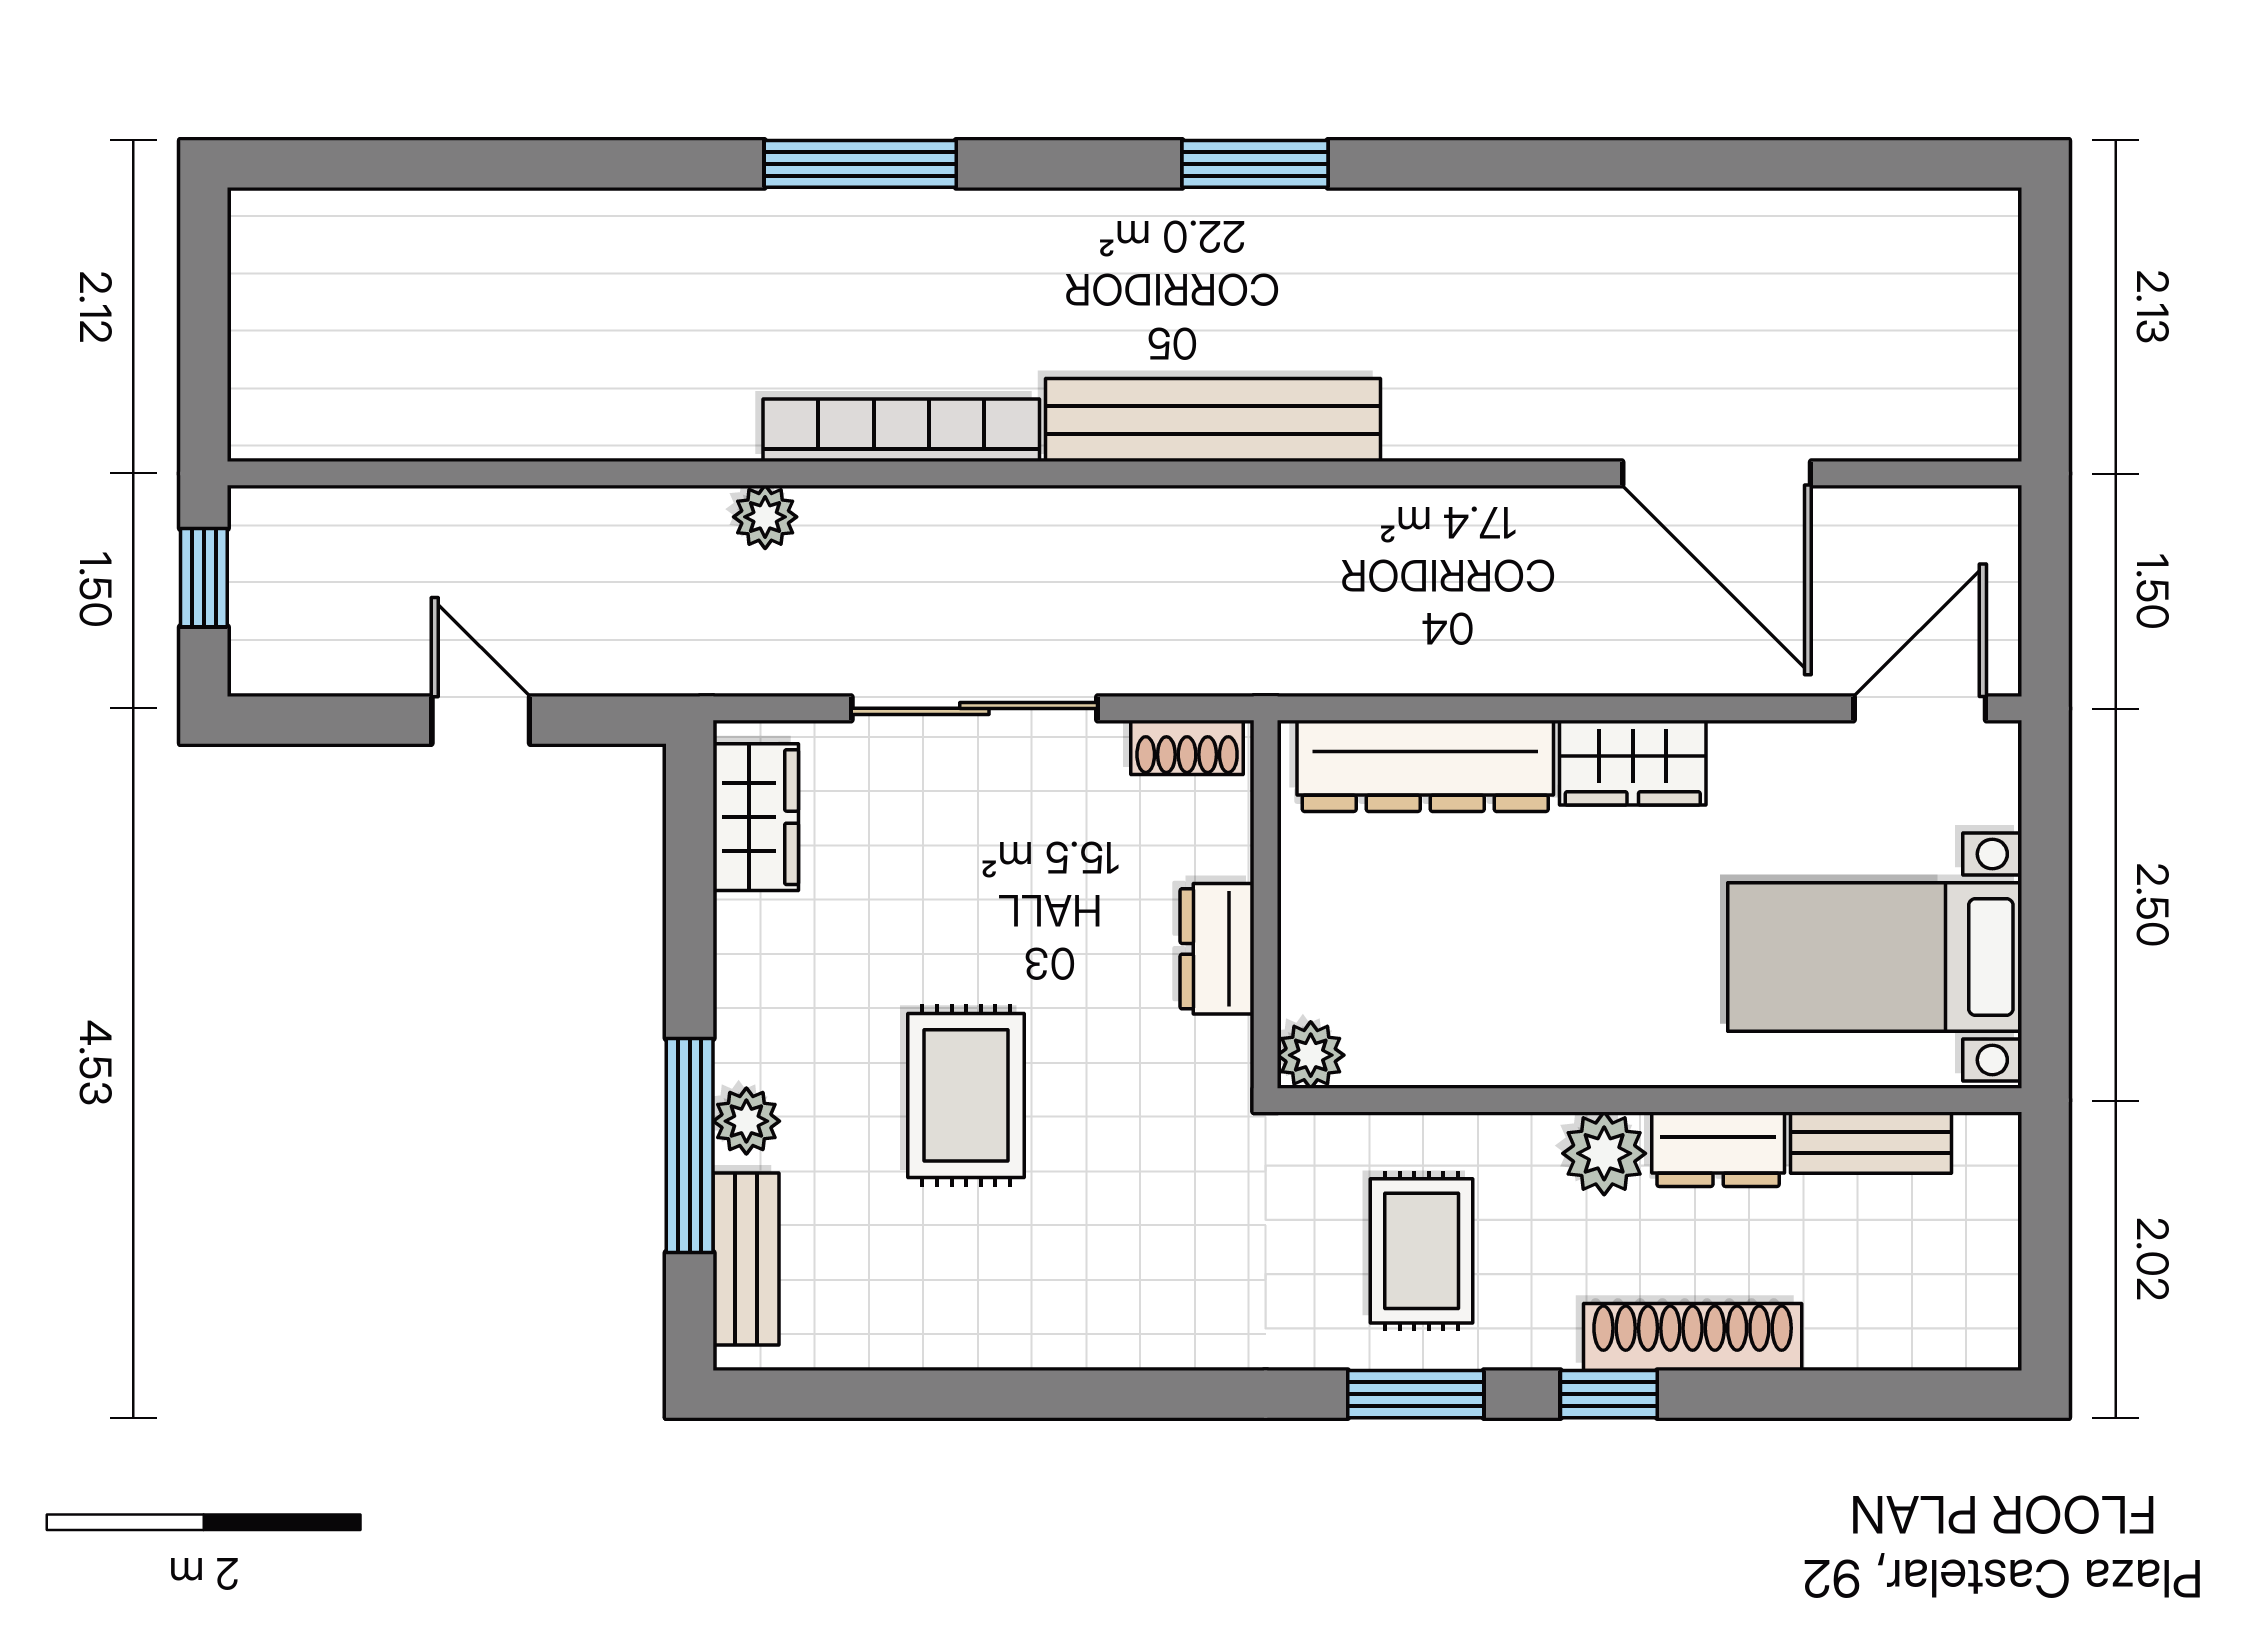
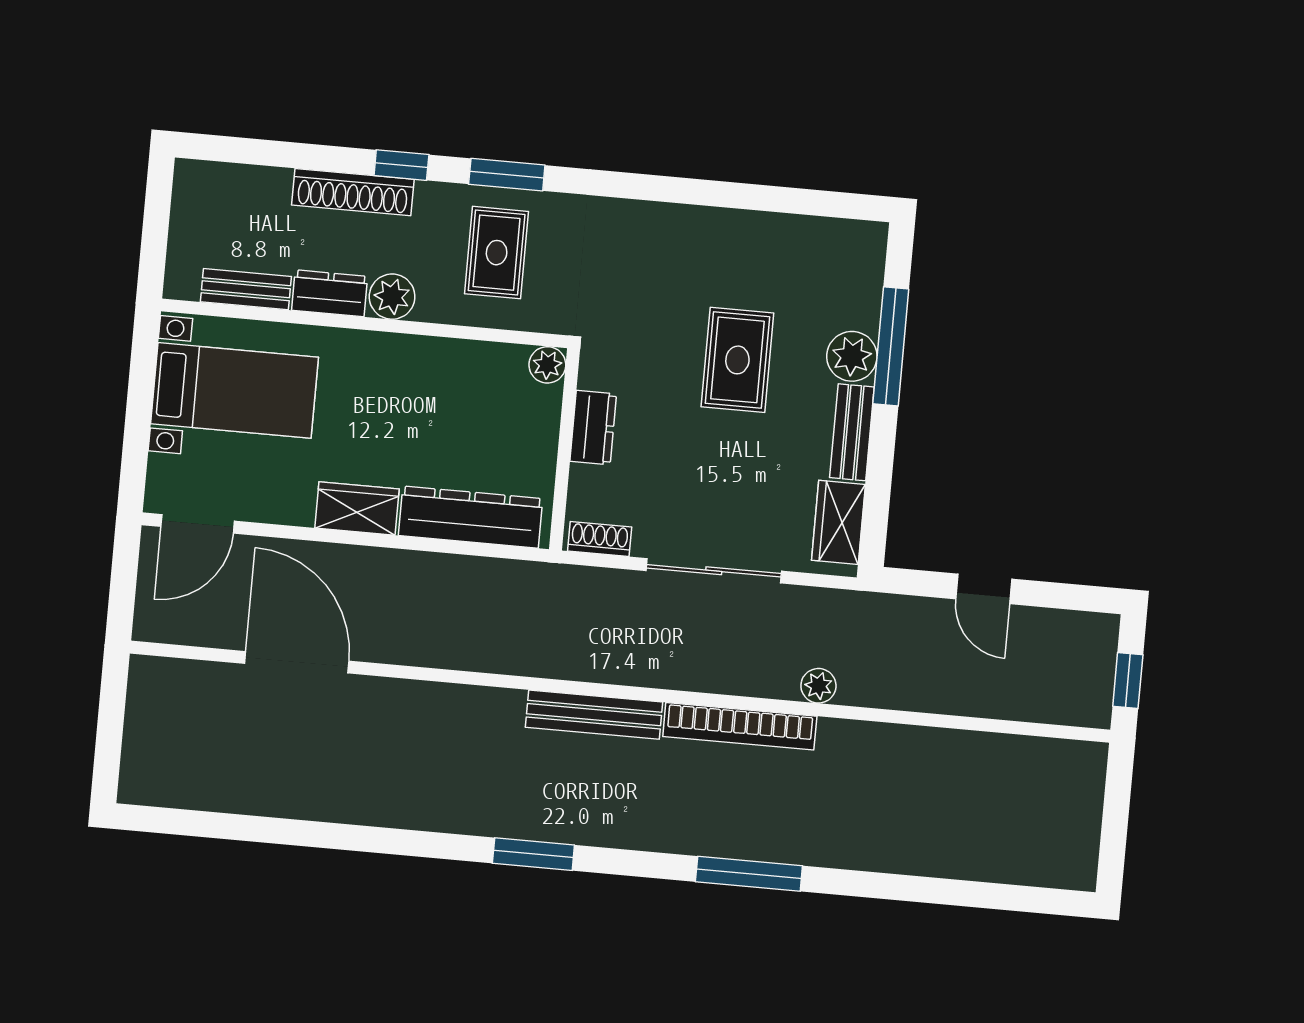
bench: (1213, 420) -> (594, 715), width x0.73, depth x0.82
plant: (746, 1121) -> (852, 356), width x1.38, depth x1.38
bench: (746, 1259) -> (852, 432), moved

